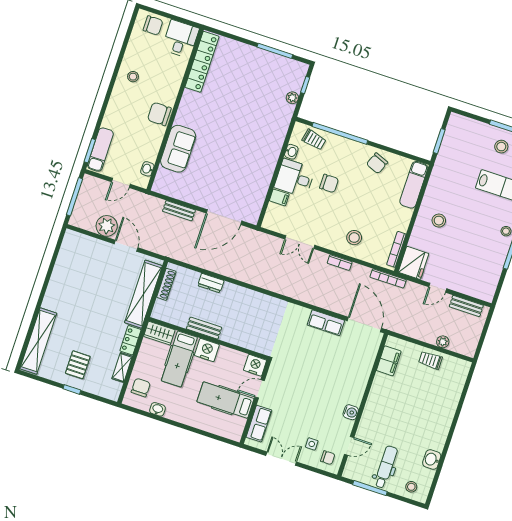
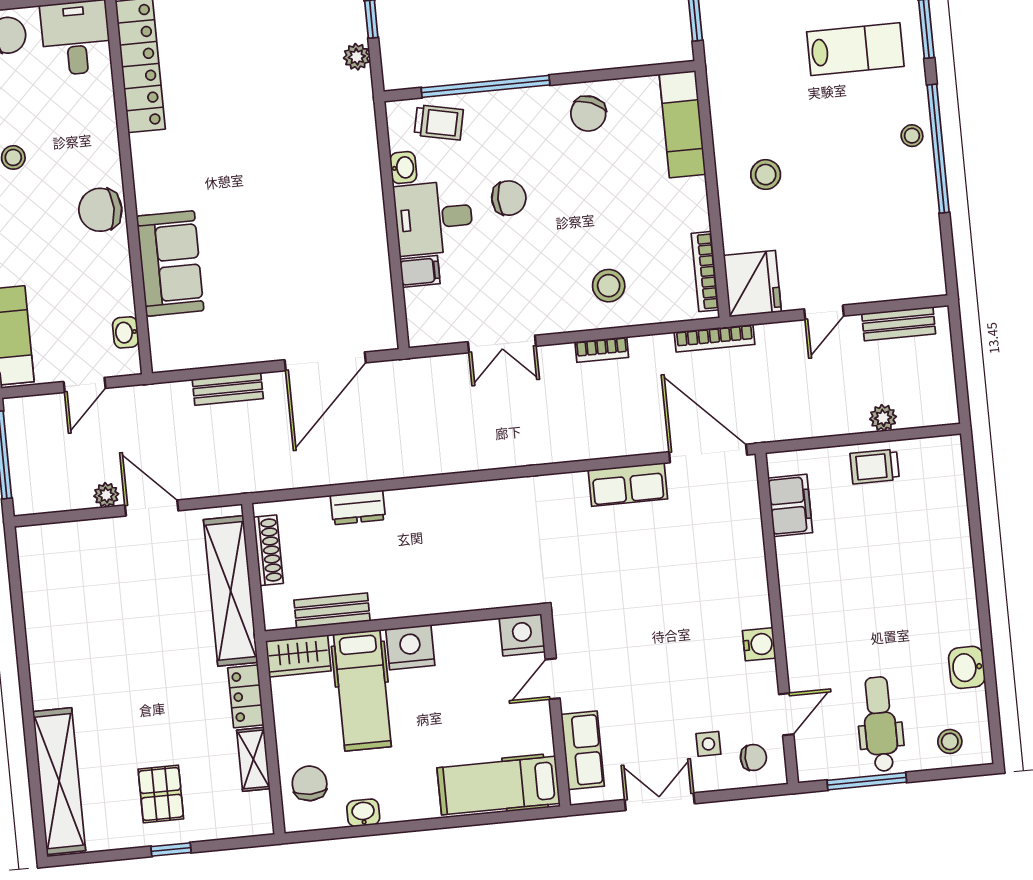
plant: (107, 226) -> (106, 495), width x0.53, depth x0.53
bench: (204, 328) -> (332, 611), moved
hospital bed: (225, 400) -> (498, 786), moved

